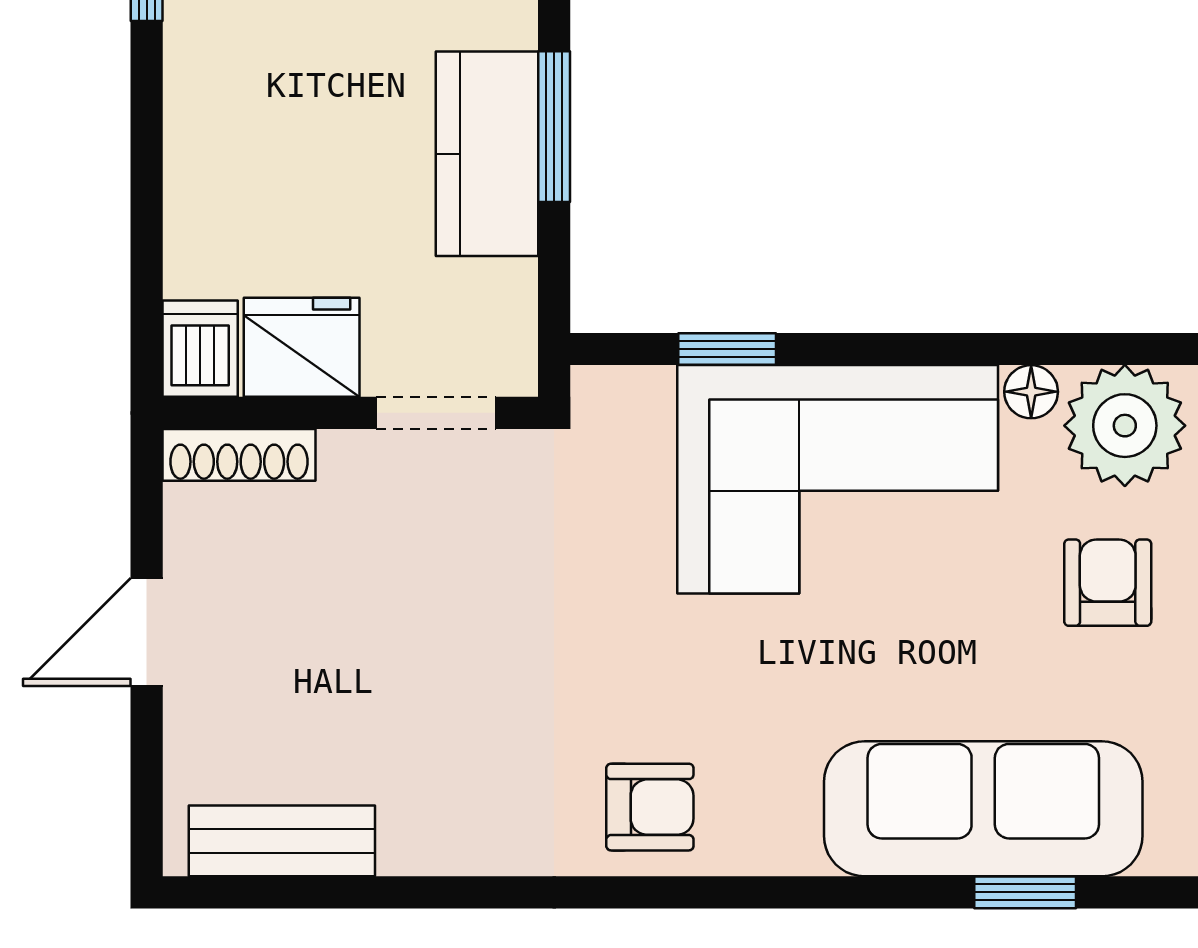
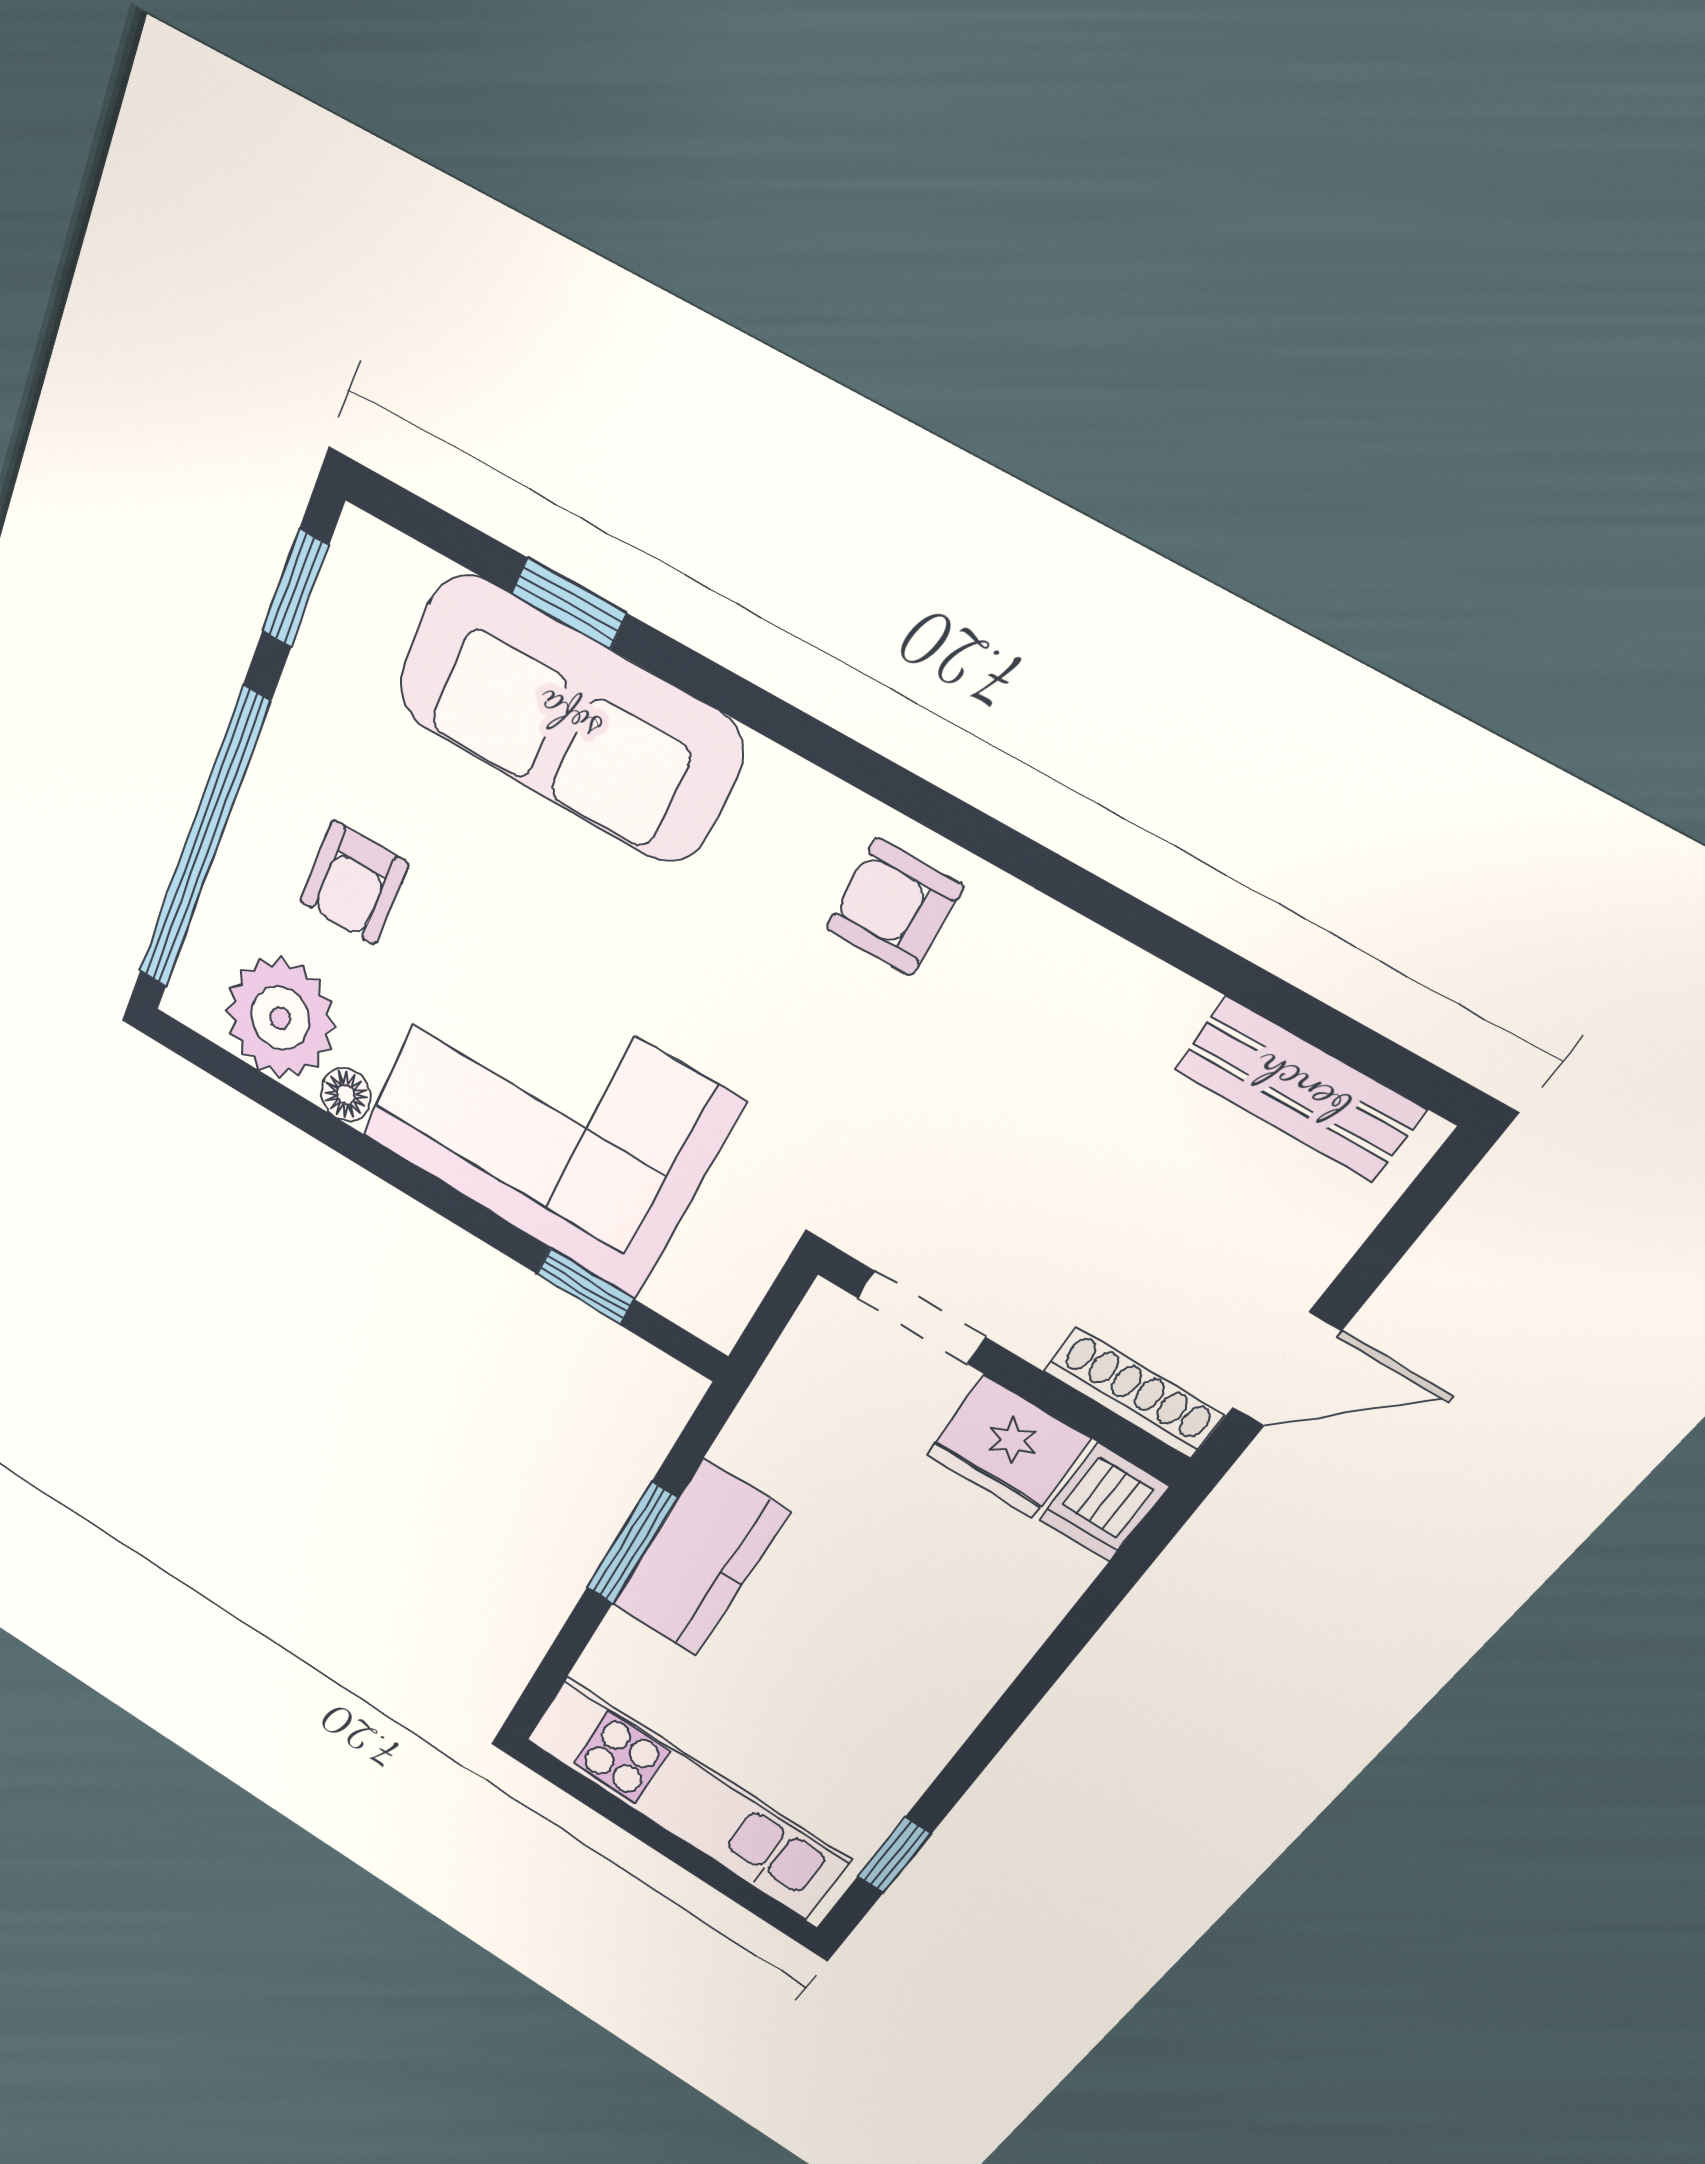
fridge: (302, 347) -> (1008, 1447), moved
dishwasher: (200, 349) -> (1104, 1503), moved
wall: (350, 413) -> (1001, 1365), moved
doorway: (436, 413) -> (921, 1317), moved
shoe rack: (239, 455) -> (1134, 1393), moved

